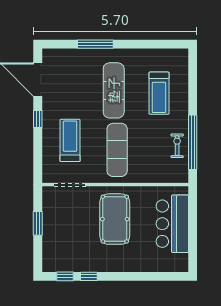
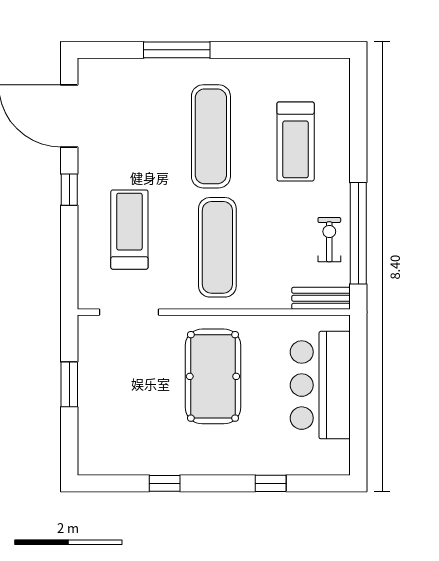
bench: (173, 177) -> (321, 298), added
window: (65, 276) -> (271, 483), moved

